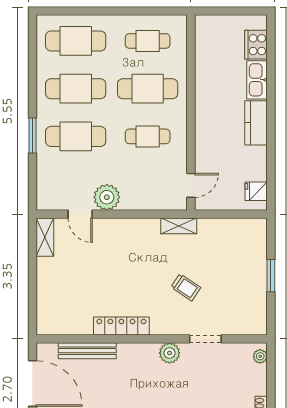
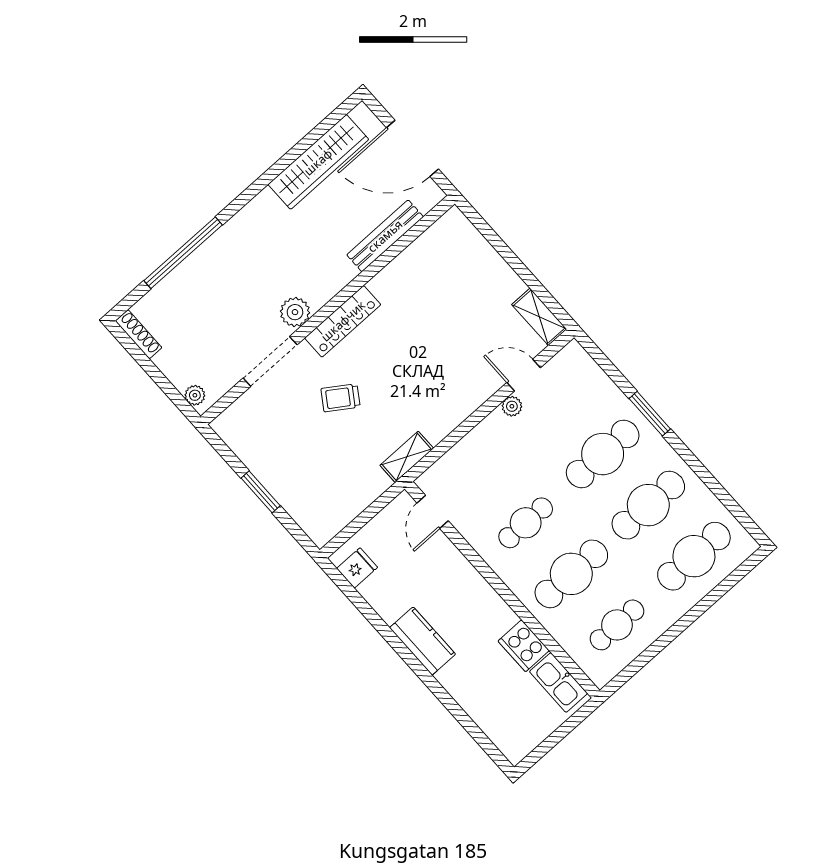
cooker: (256, 45) -> (524, 646), moved, turned 180
kitchen sink: (257, 80) -> (558, 682), moved, turned 180
plant: (107, 197) -> (512, 406), width x0.53, depth x0.53
locker: (121, 326) -> (343, 321), moved
doorway: (205, 339) -> (270, 361), width x1.38

